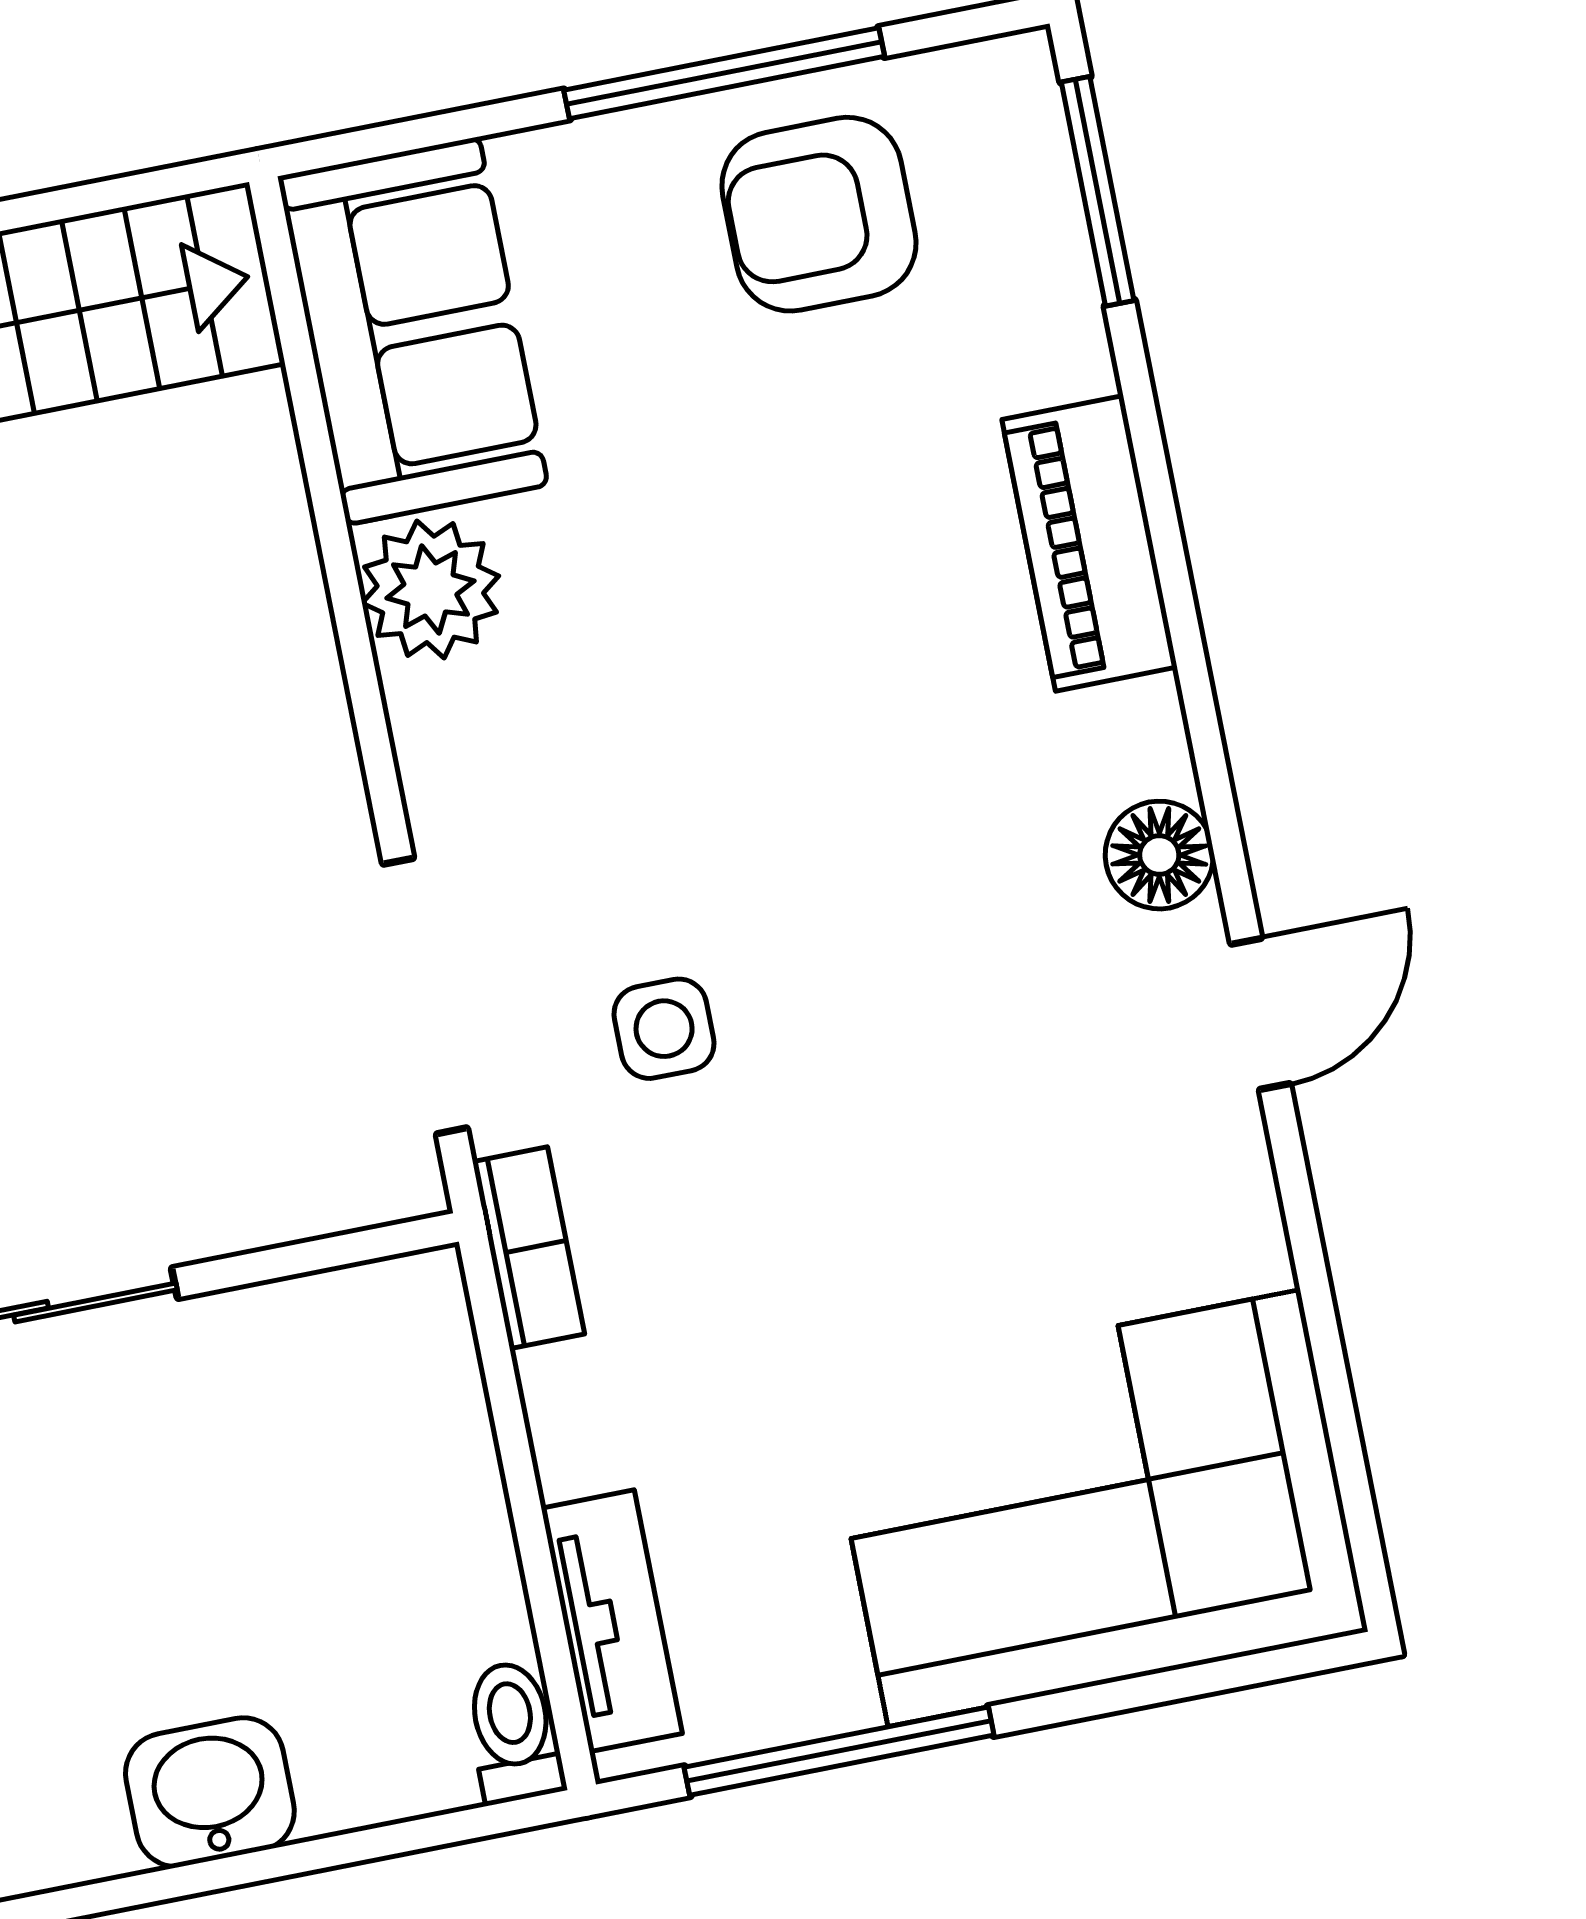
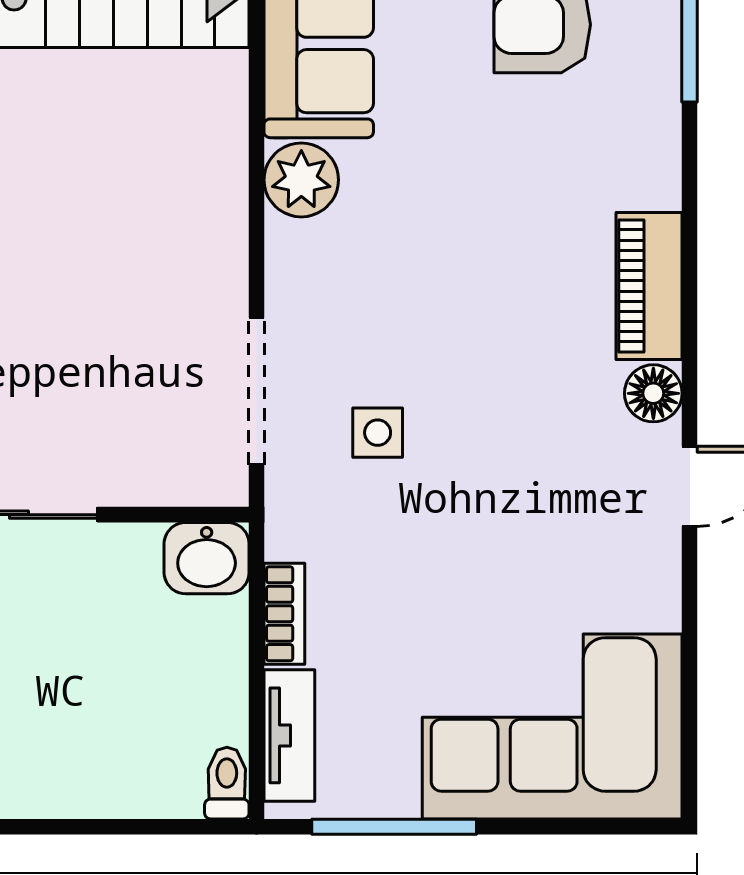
piano: (1089, 543) -> (649, 286), moved
bookcase: (528, 1248) -> (284, 614), moved
washbasin: (210, 1792) -> (207, 558), moved, turned 180

